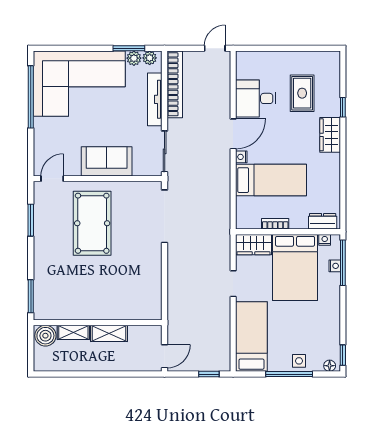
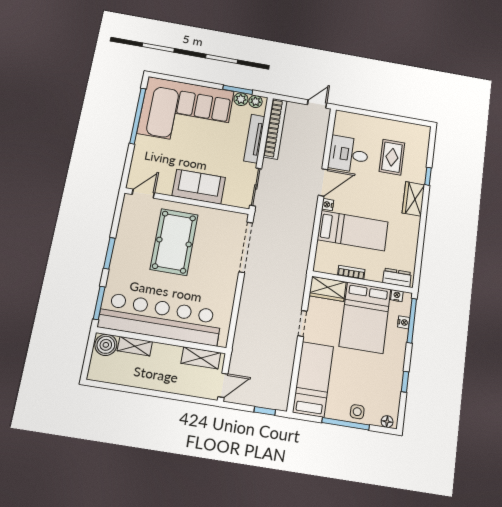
window: (31, 220) -> (109, 253), moved
bar counter: (93, 302) -> (160, 319), added
shelving: (109, 333) -> (201, 358), moved
window: (343, 355) -> (405, 382), moved

